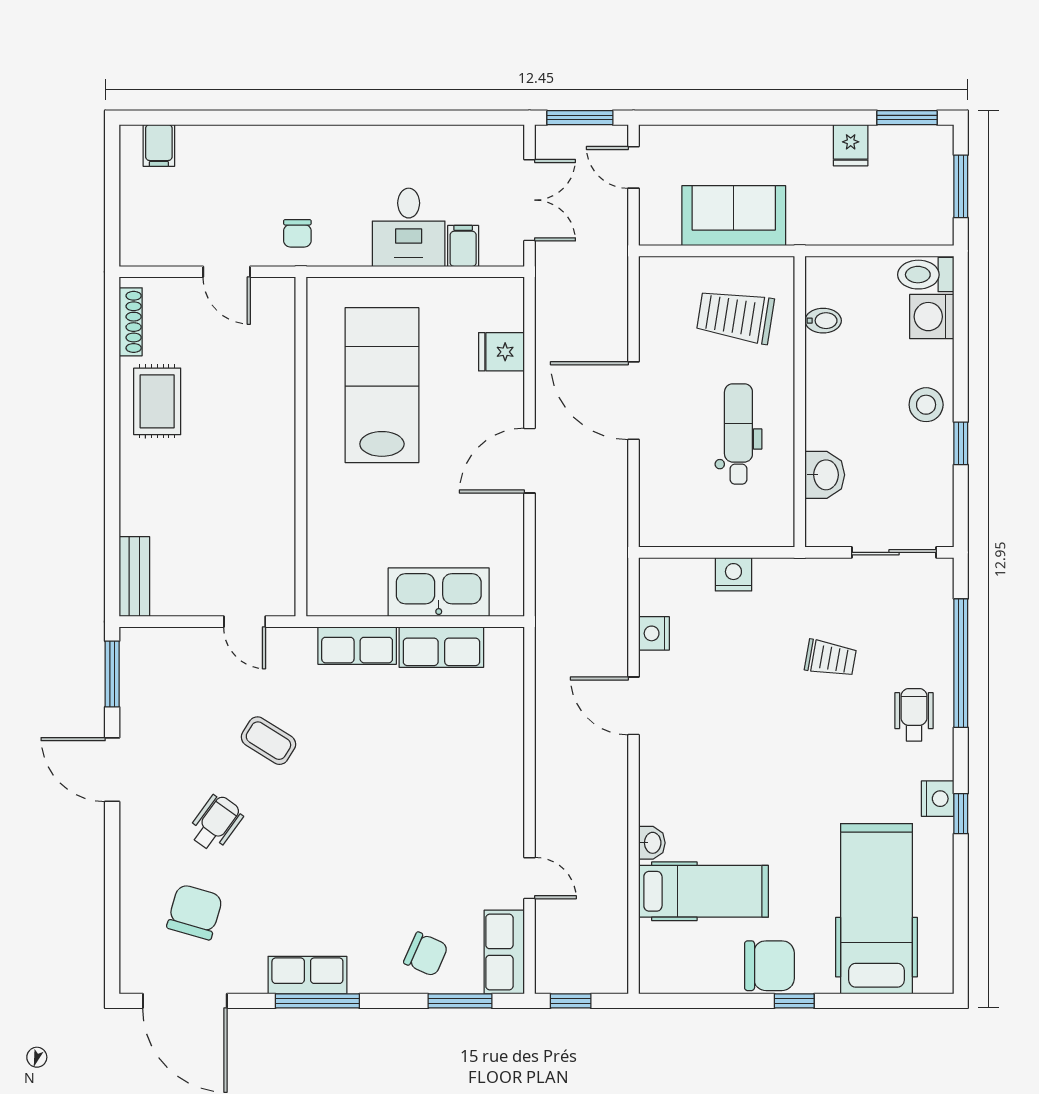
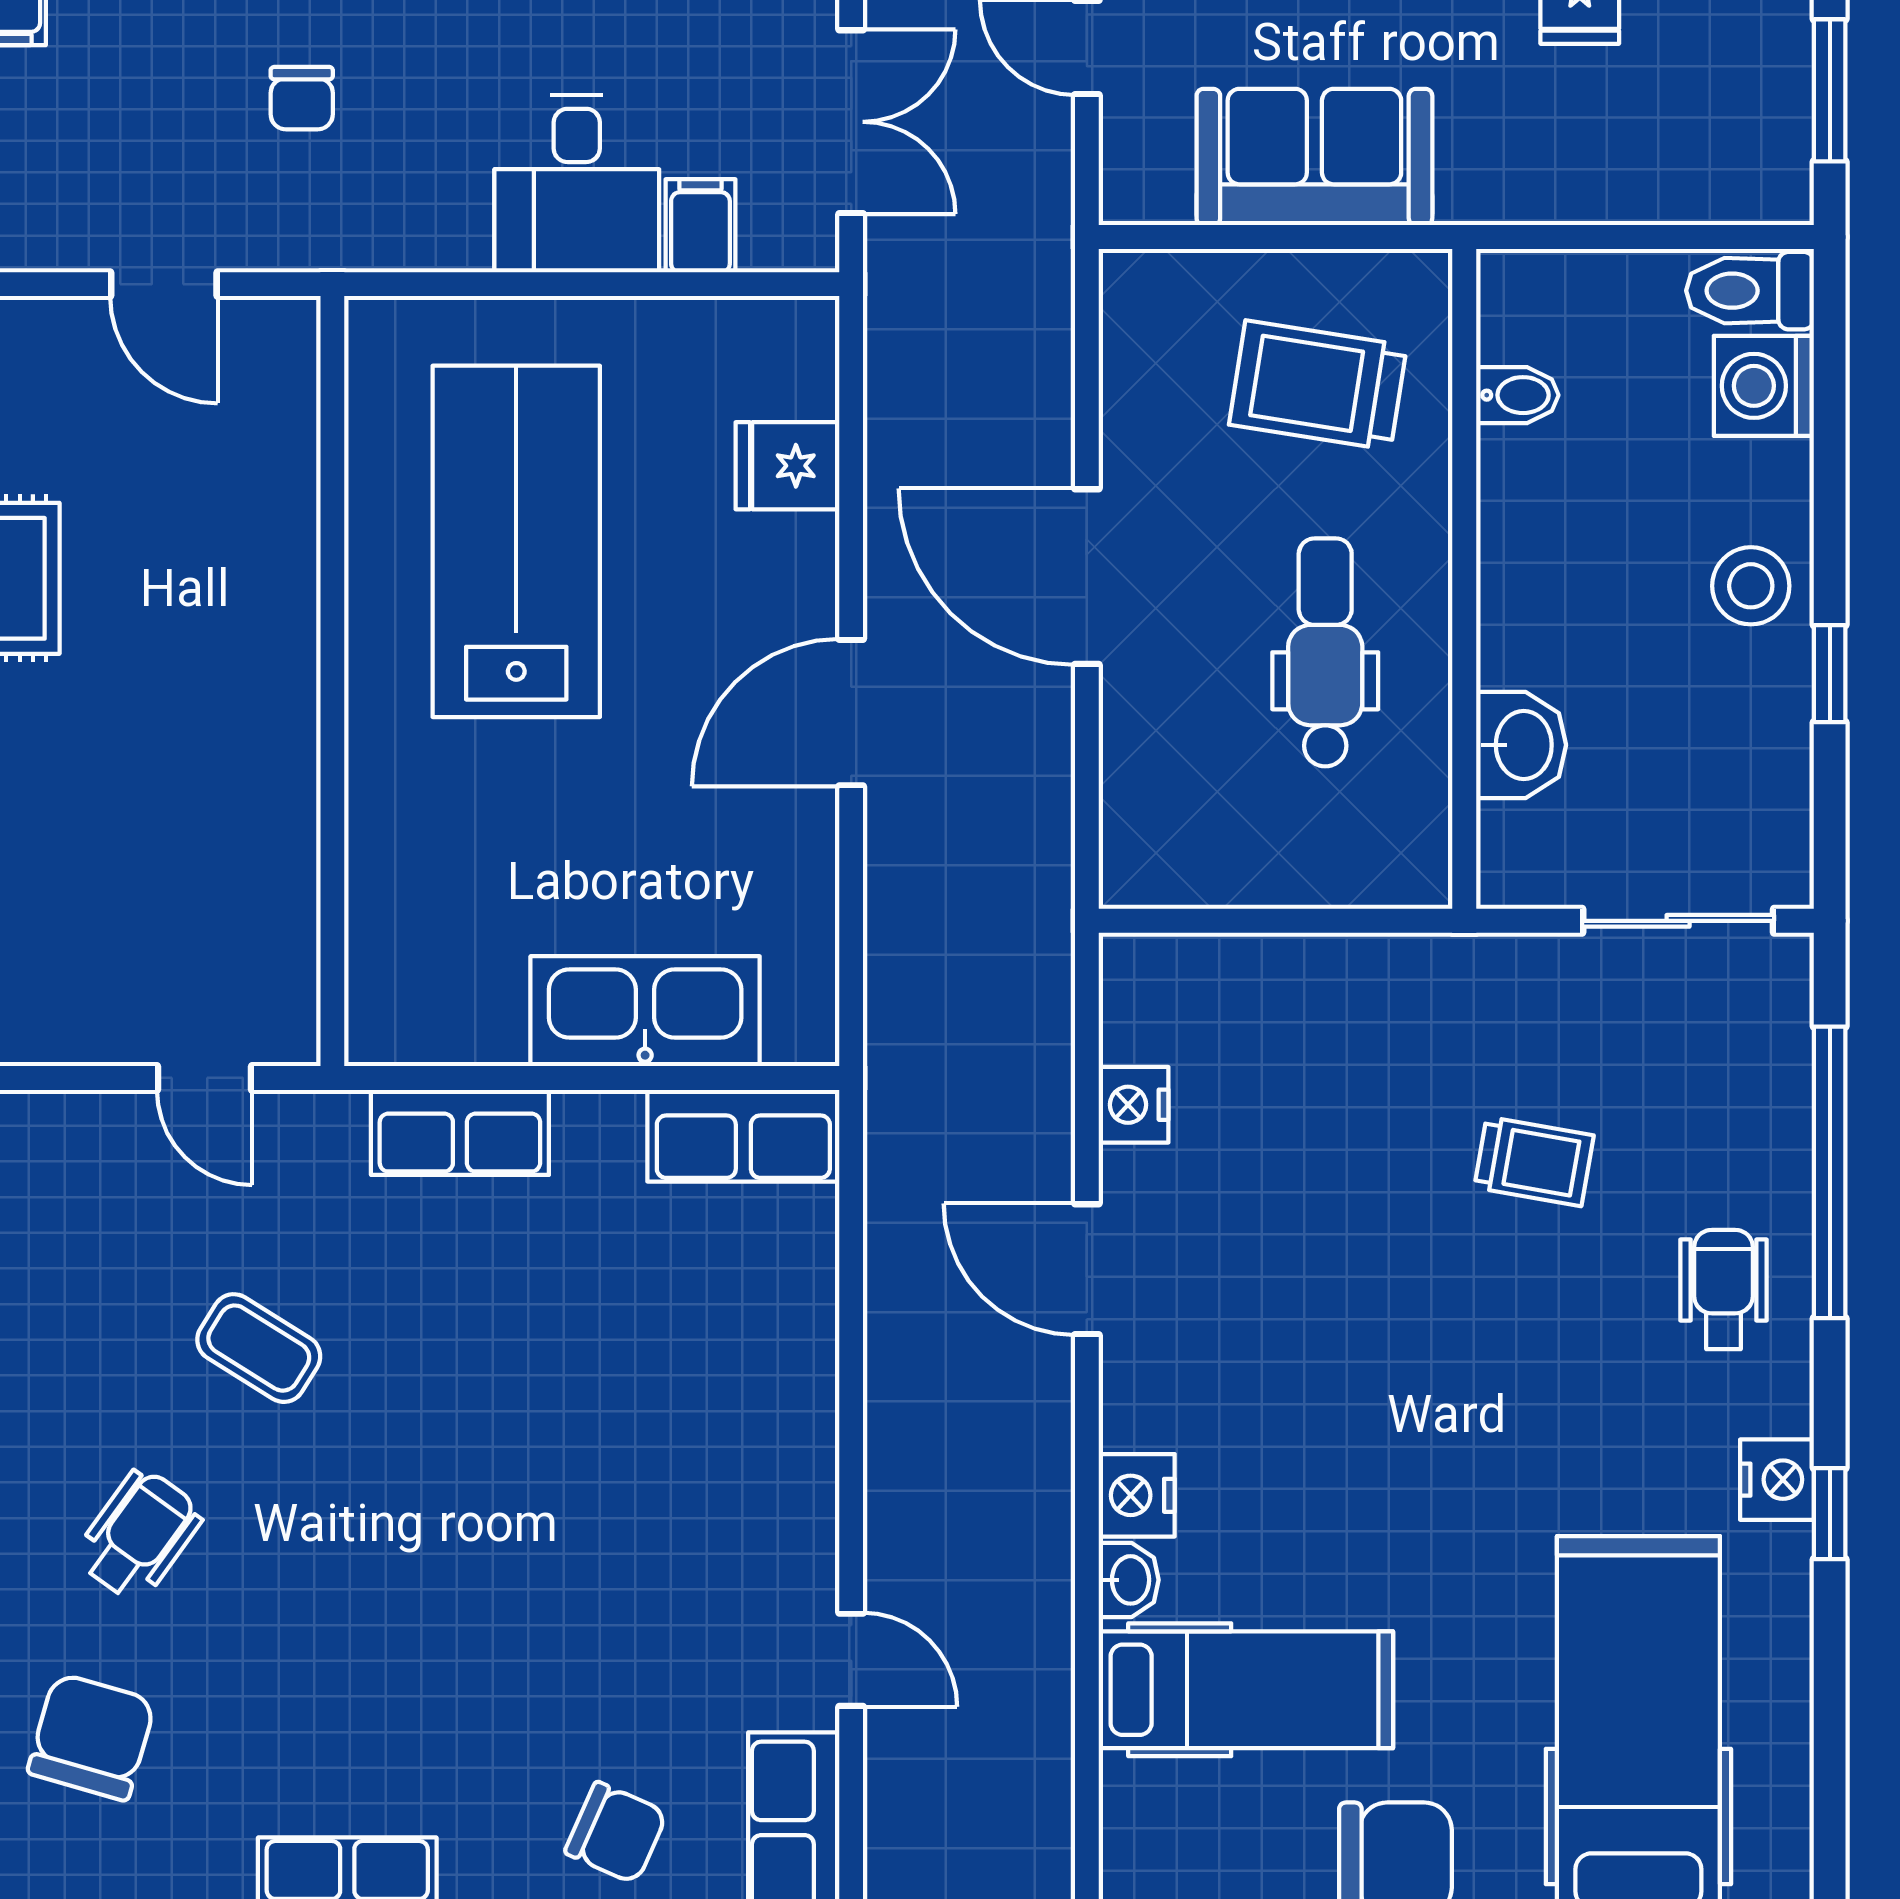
chair: (297, 233) -> (302, 98), moved
nightstand: (733, 574) -> (1137, 1495), moved, turned -90
row of seats: (441, 647) -> (743, 1136), moved

